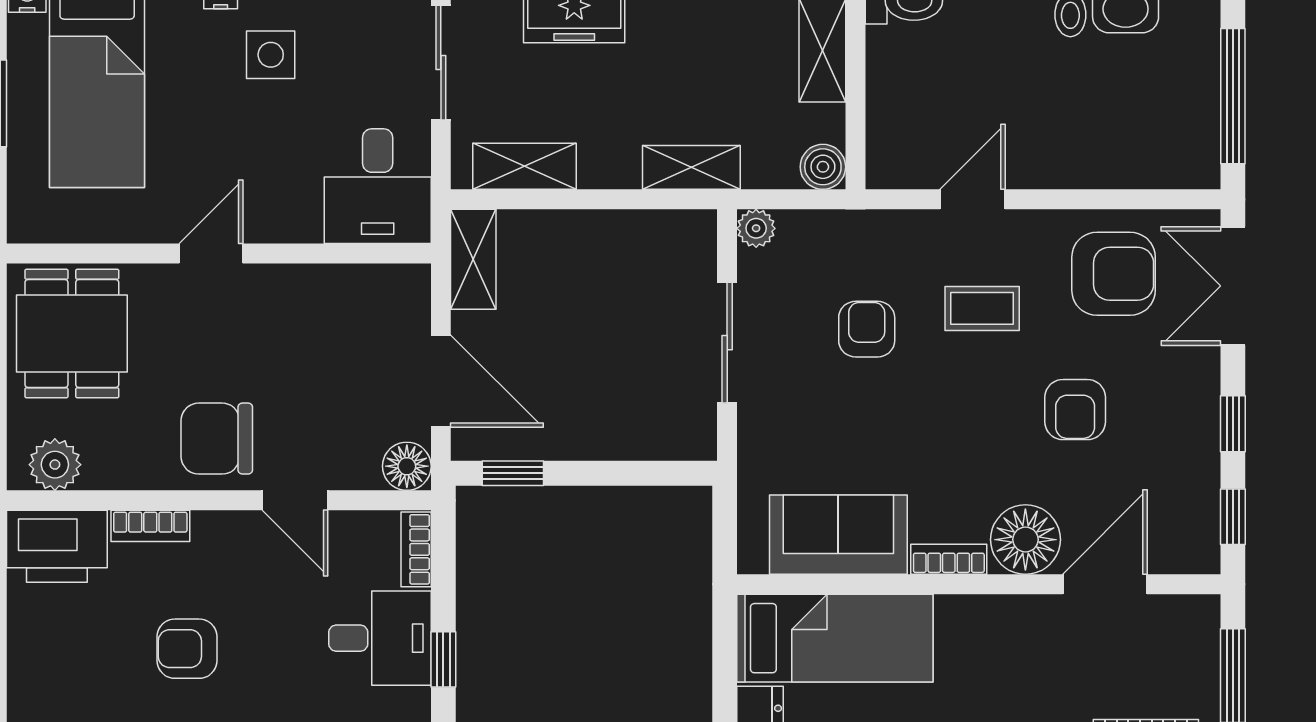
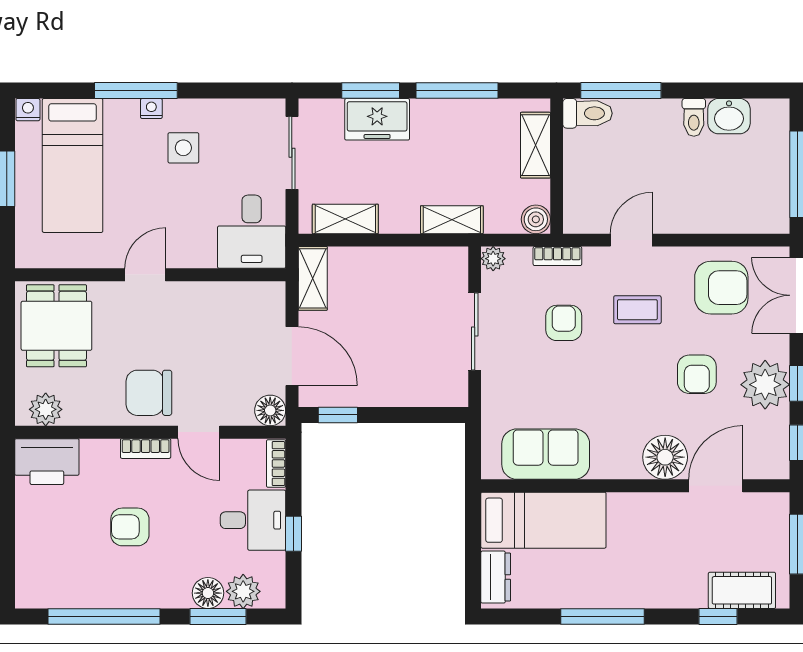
plant: (1182, 426) -> (765, 385), added
bookcase: (150, 526) -> (146, 449), moved
bookcase: (949, 559) -> (557, 256), moved, turned 180

